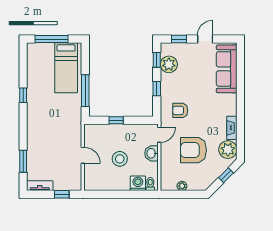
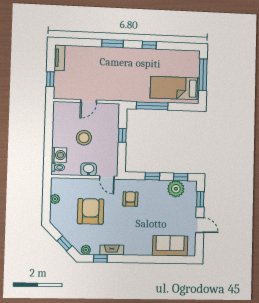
sofa: (227, 69) -> (170, 246), width x0.73
window: (240, 139) -> (100, 258), added
plant: (228, 150) -> (86, 250), width x0.53, depth x0.53
window: (23, 161) -> (112, 44), moved

